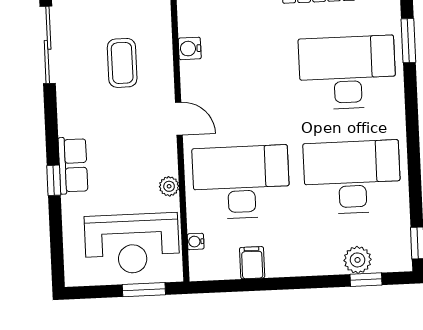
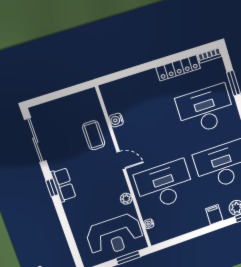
coffee table: (122, 63) -> (94, 135), moved
row of seats: (73, 165) -> (63, 185), moved
window: (54, 180) -> (52, 188), moved
filing cabinet: (252, 263) -> (214, 215), moved

